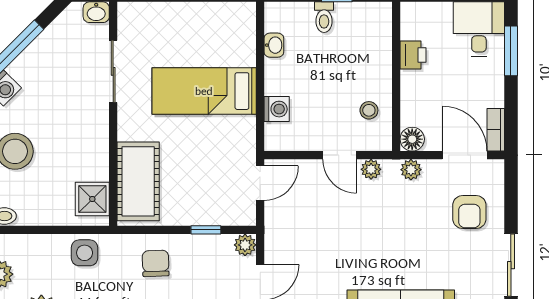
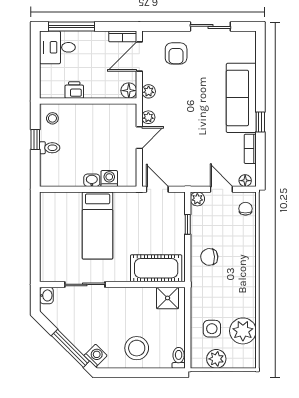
washbasin: (274, 45) -> (92, 180), moved
window: (511, 51) -> (72, 26), width x1.44
stool: (369, 110) -> (52, 118), moved
armchair: (469, 212) -> (176, 53), turned 90
side table: (85, 253) -> (212, 329), moved

